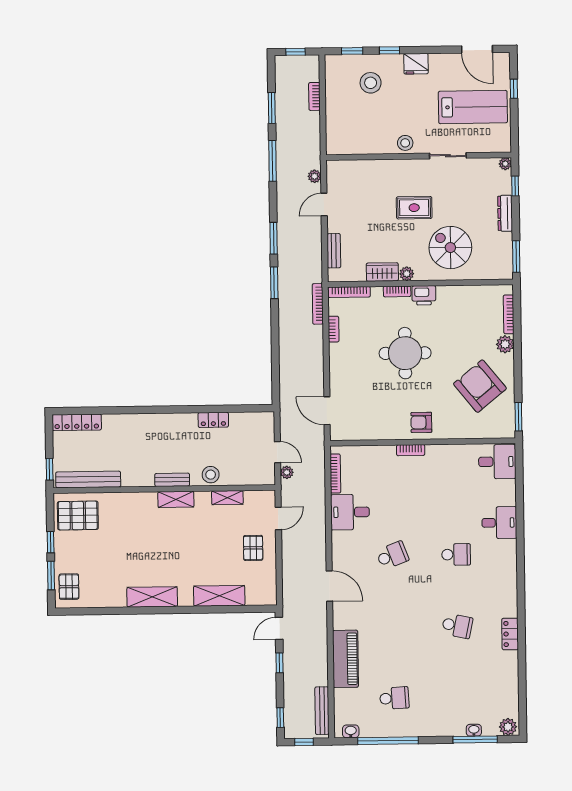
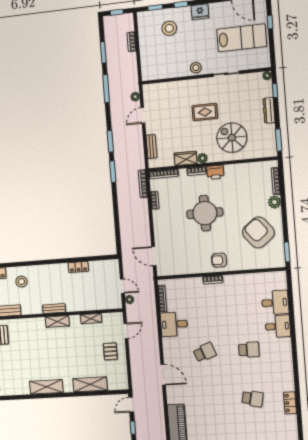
desk: (497, 462) -> (275, 303), moved
stool: (211, 475) -> (21, 282), moved

